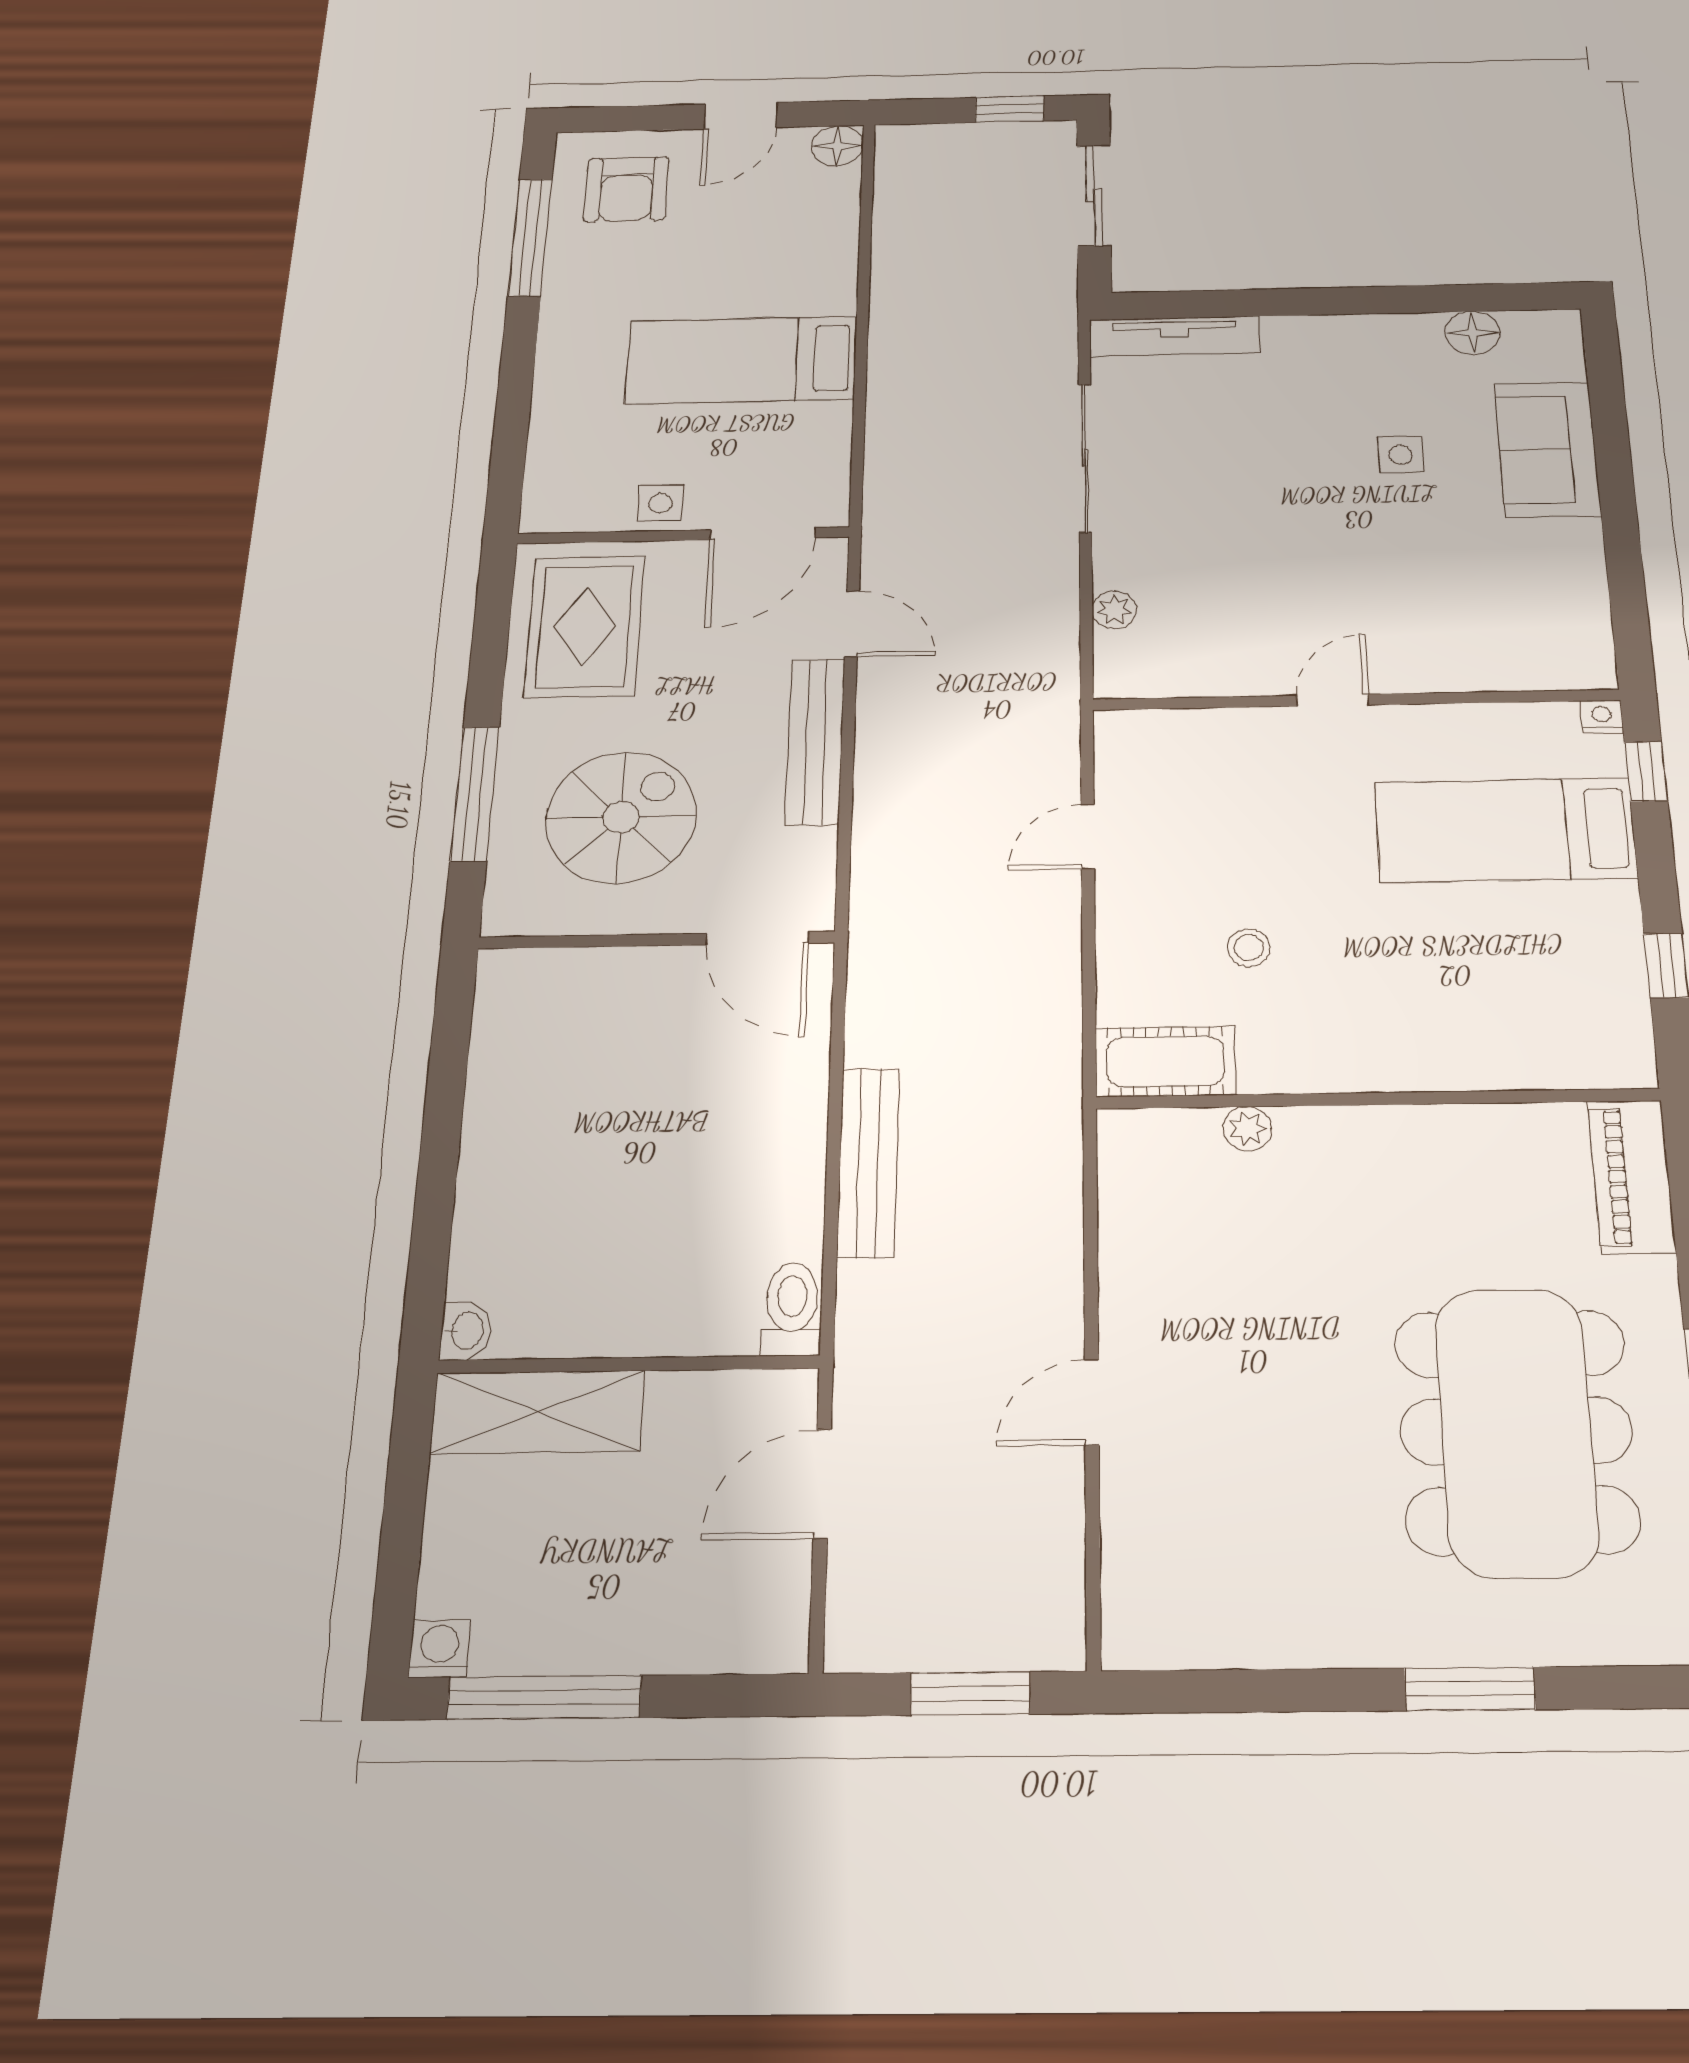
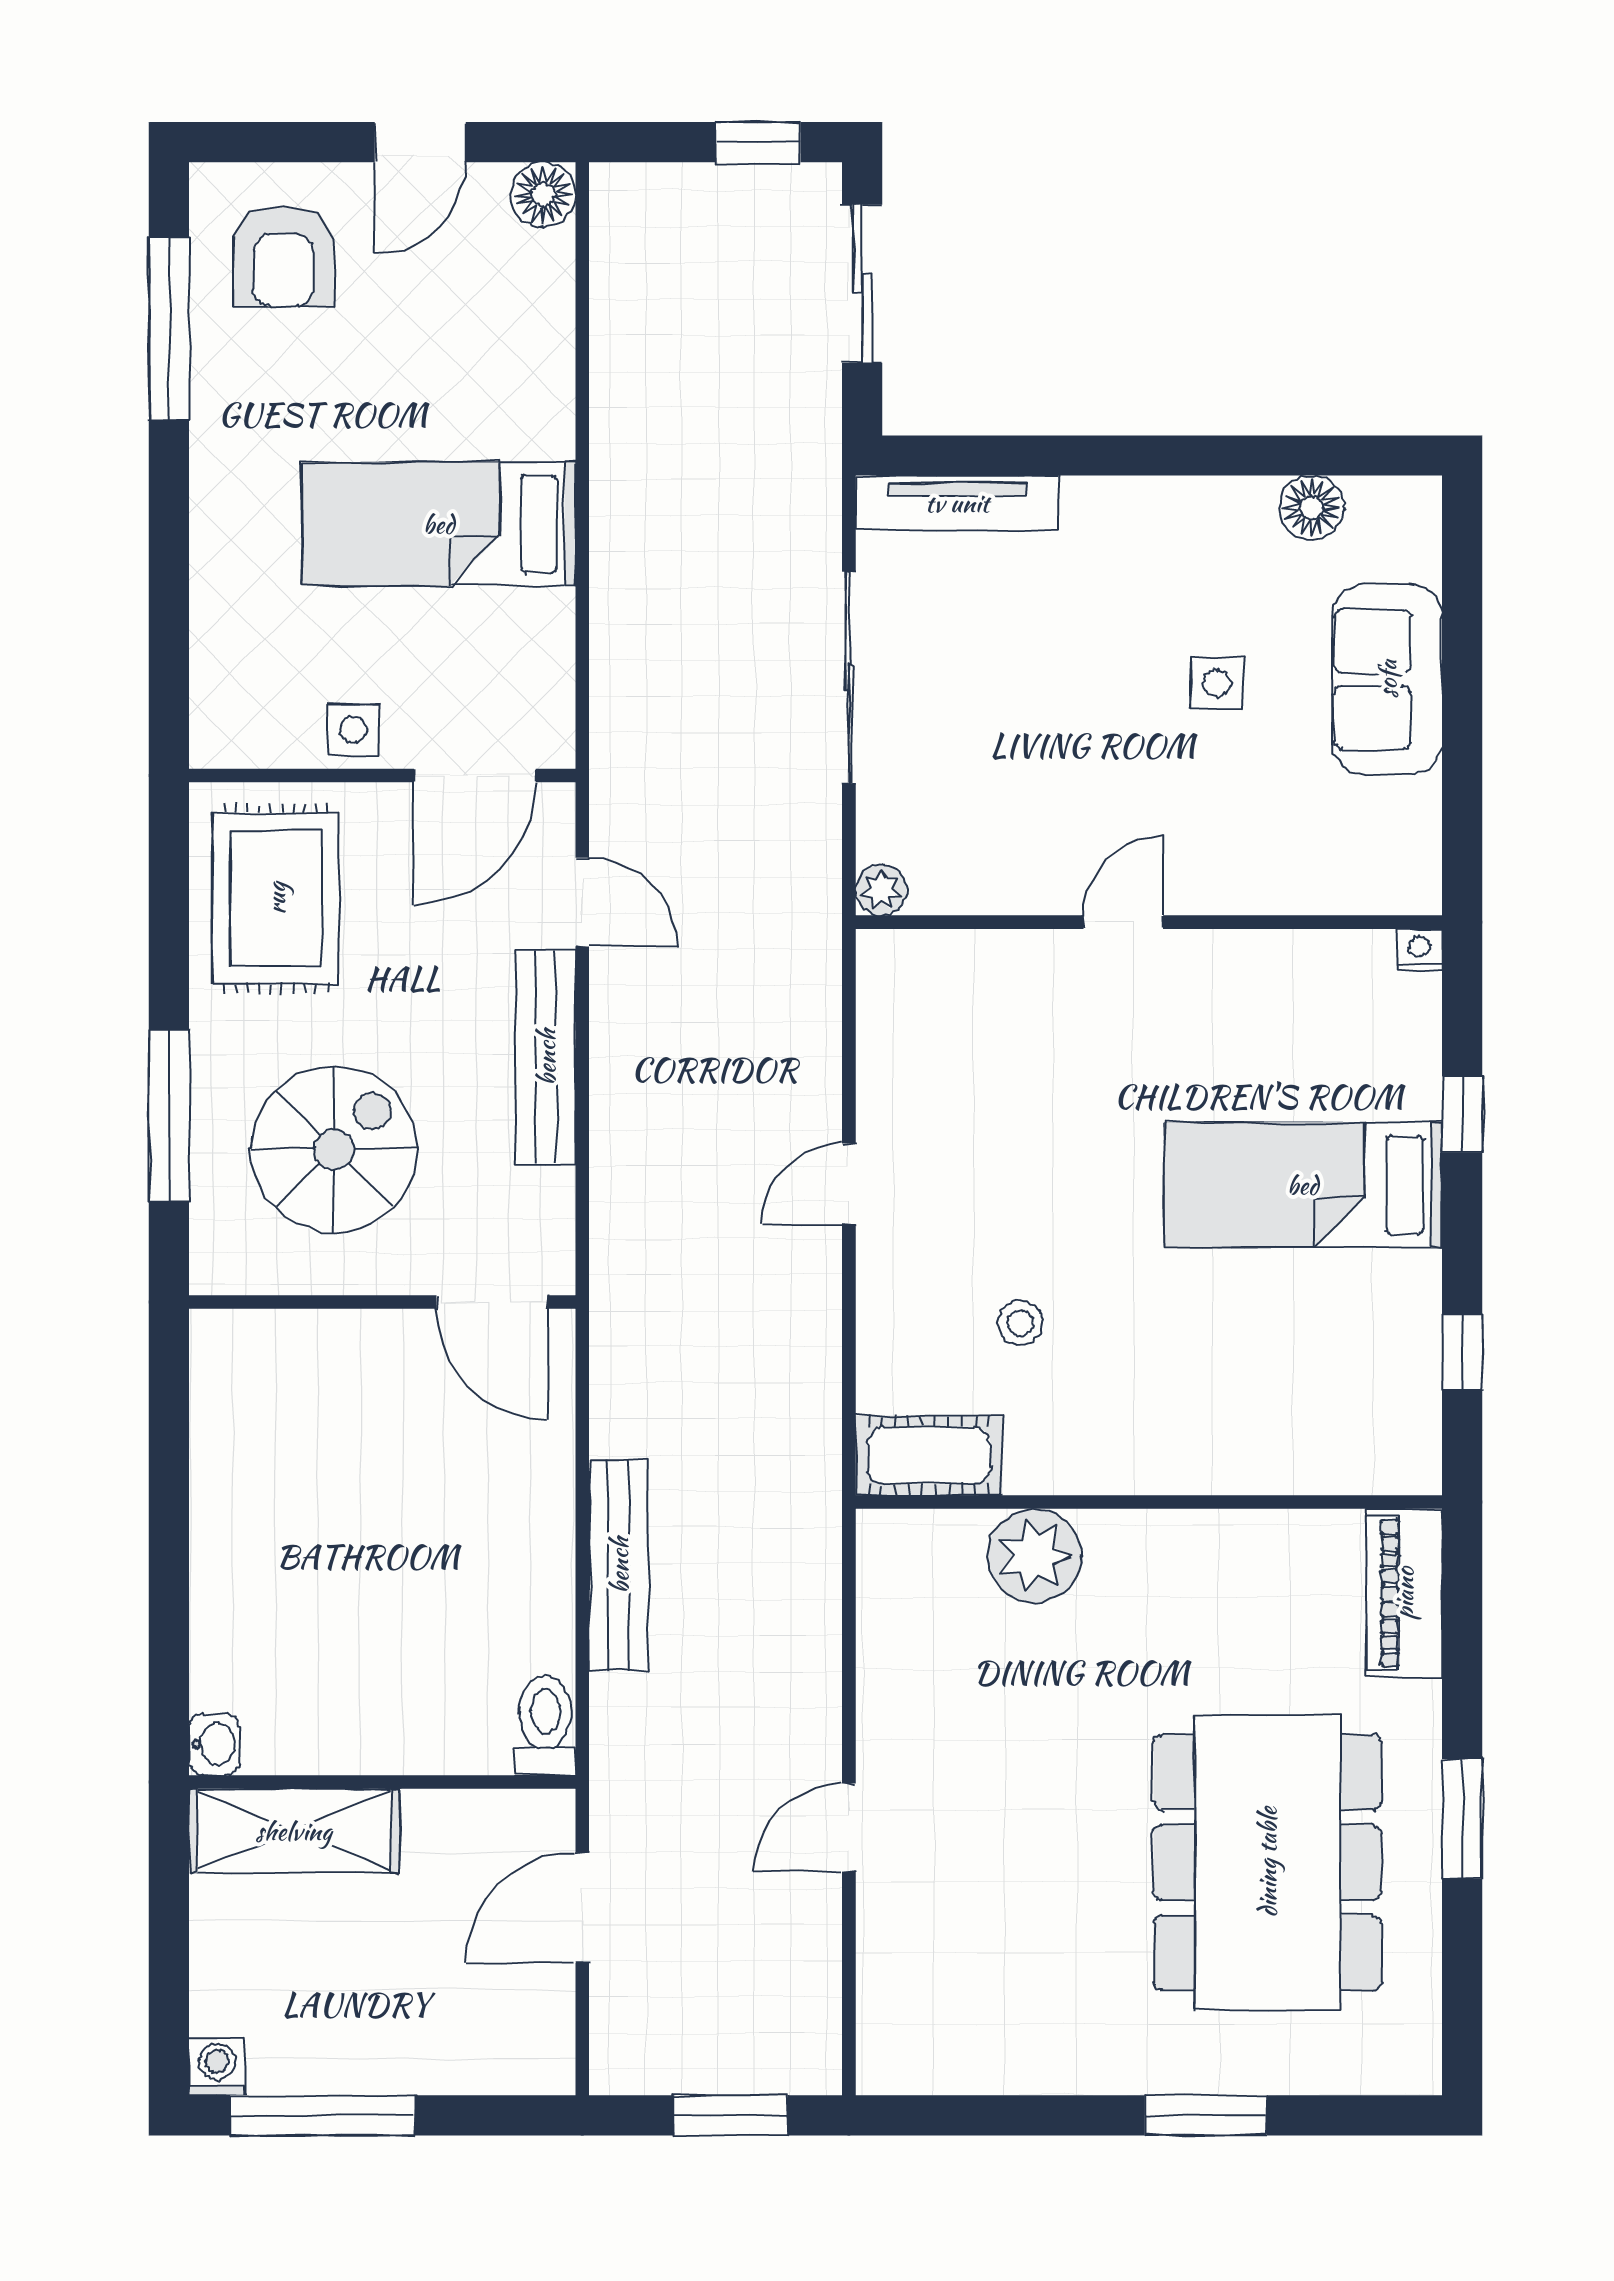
door: (1333, 700) -> (1123, 922), moved
wall: (1356, 700) -> (1149, 922), moved
nightstand: (1602, 717) -> (1420, 950), moved
plant: (1247, 1129) -> (1034, 1556), width x1.88, depth x1.88

